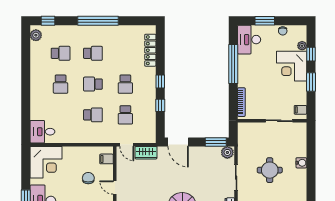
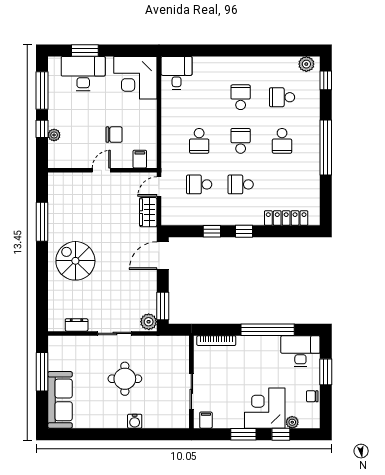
school desk: (61, 53) -> (282, 97), turned 90
school desk: (61, 84) -> (241, 97), turned 90

